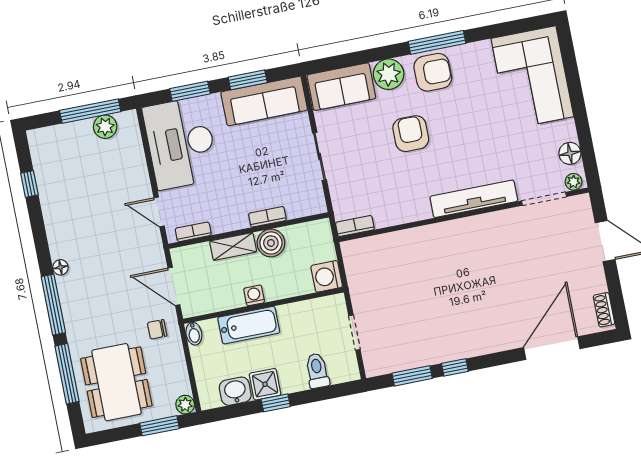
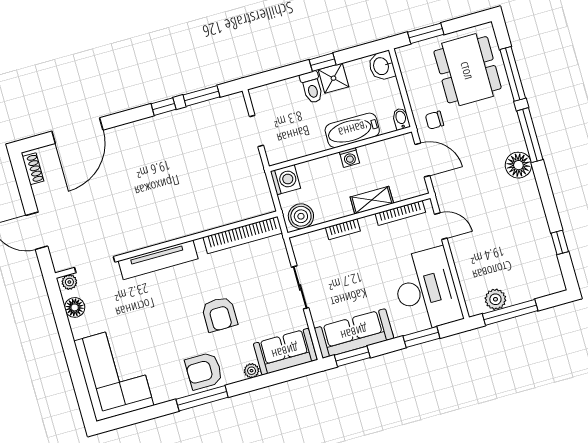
plant: (389, 74) -> (252, 371), width x0.53, depth x0.53
window: (248, 80) -> (352, 356), moved
bookcase: (355, 226) -> (243, 235), width x2.31, depth x1.31
bookcase: (193, 232) -> (400, 213), width x1.56
boiler: (271, 243) -> (301, 216), moved
floor lamp: (60, 267) -> (518, 165), width x1.89, depth x1.89
chair: (157, 329) -> (435, 120), turned 180
toilet: (317, 371) -> (312, 87), moved
washbasin: (235, 391) -> (382, 66), moved, turned 90
plant: (185, 405) -> (404, 54), removed

